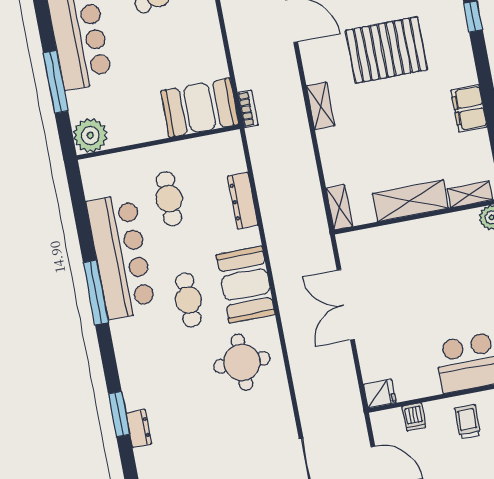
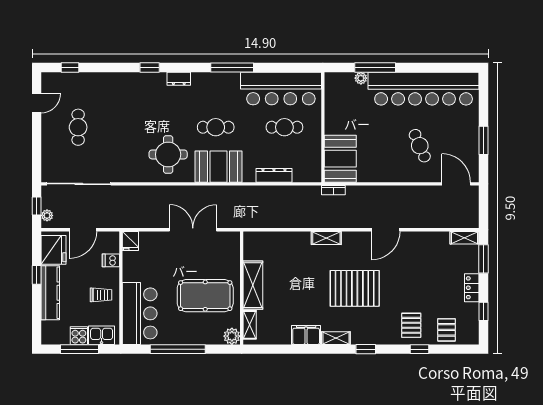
pallet: (387, 50) -> (355, 288), turned 90
plant: (90, 135) -> (361, 78), moved, width x0.53, depth x0.53
shelving: (339, 207) -> (336, 338), moved
bar counter: (121, 256) -> (281, 89), moved
pool table: (439, 268) -> (205, 296), added
window: (119, 414) -> (150, 68), width x0.67
dresser: (139, 428) -> (179, 79), moved

